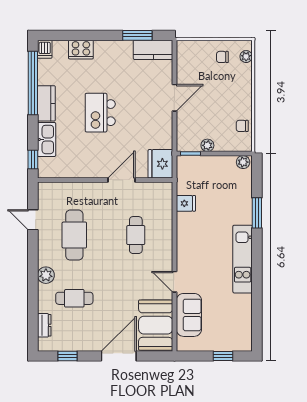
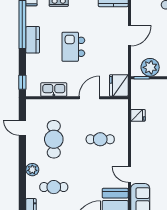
kitchen sink: (47, 139) -> (54, 90), moved, turned -90
plant: (207, 145) -> (150, 67), width x1.88, depth x1.88
cafe table: (136, 235) -> (100, 139), turned 90

